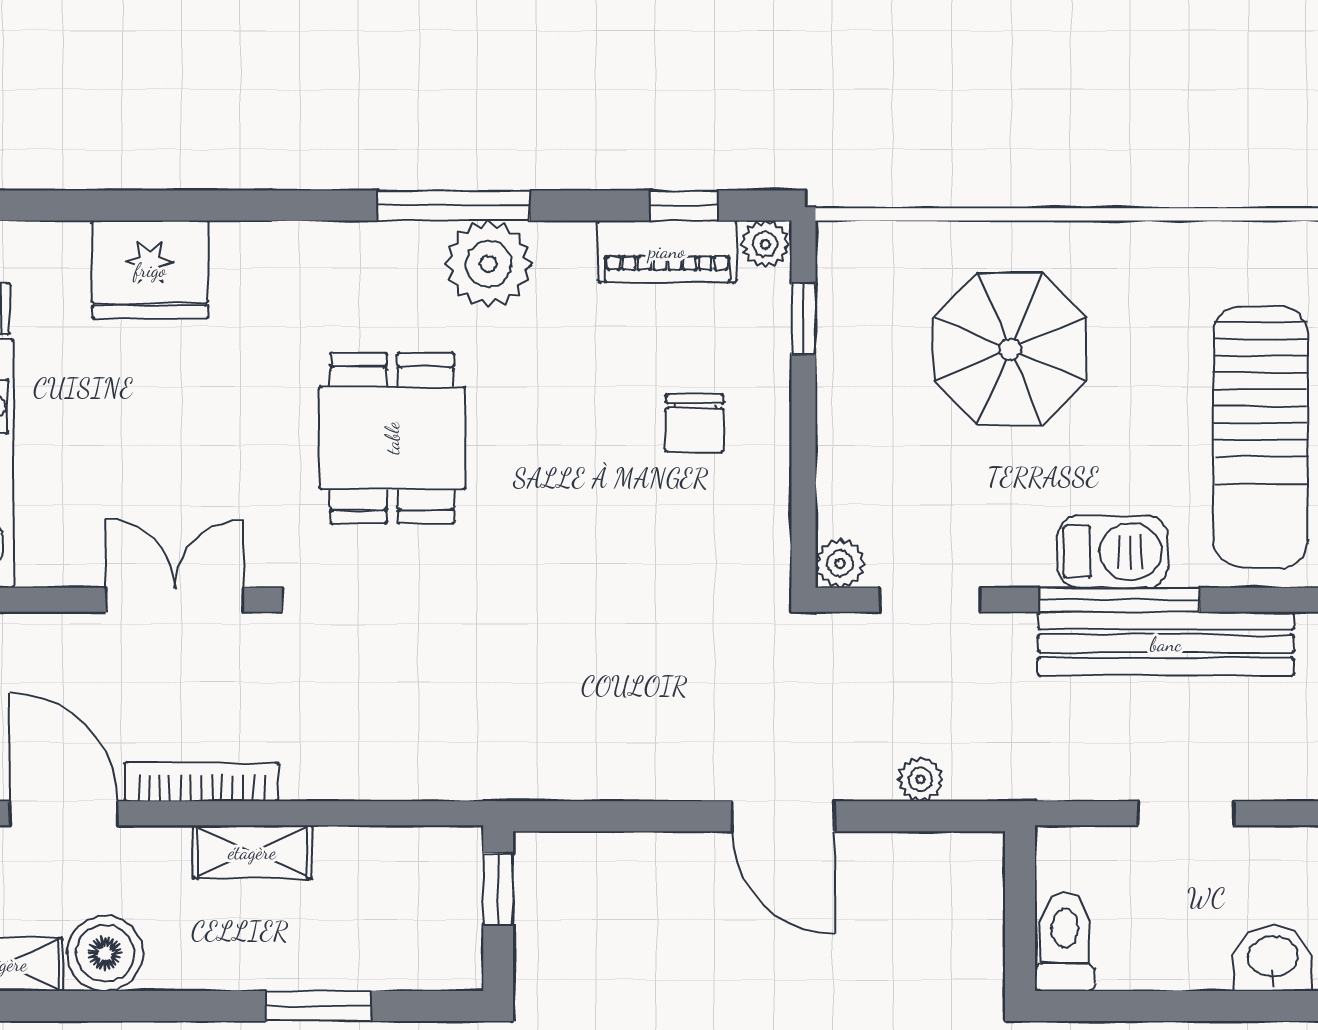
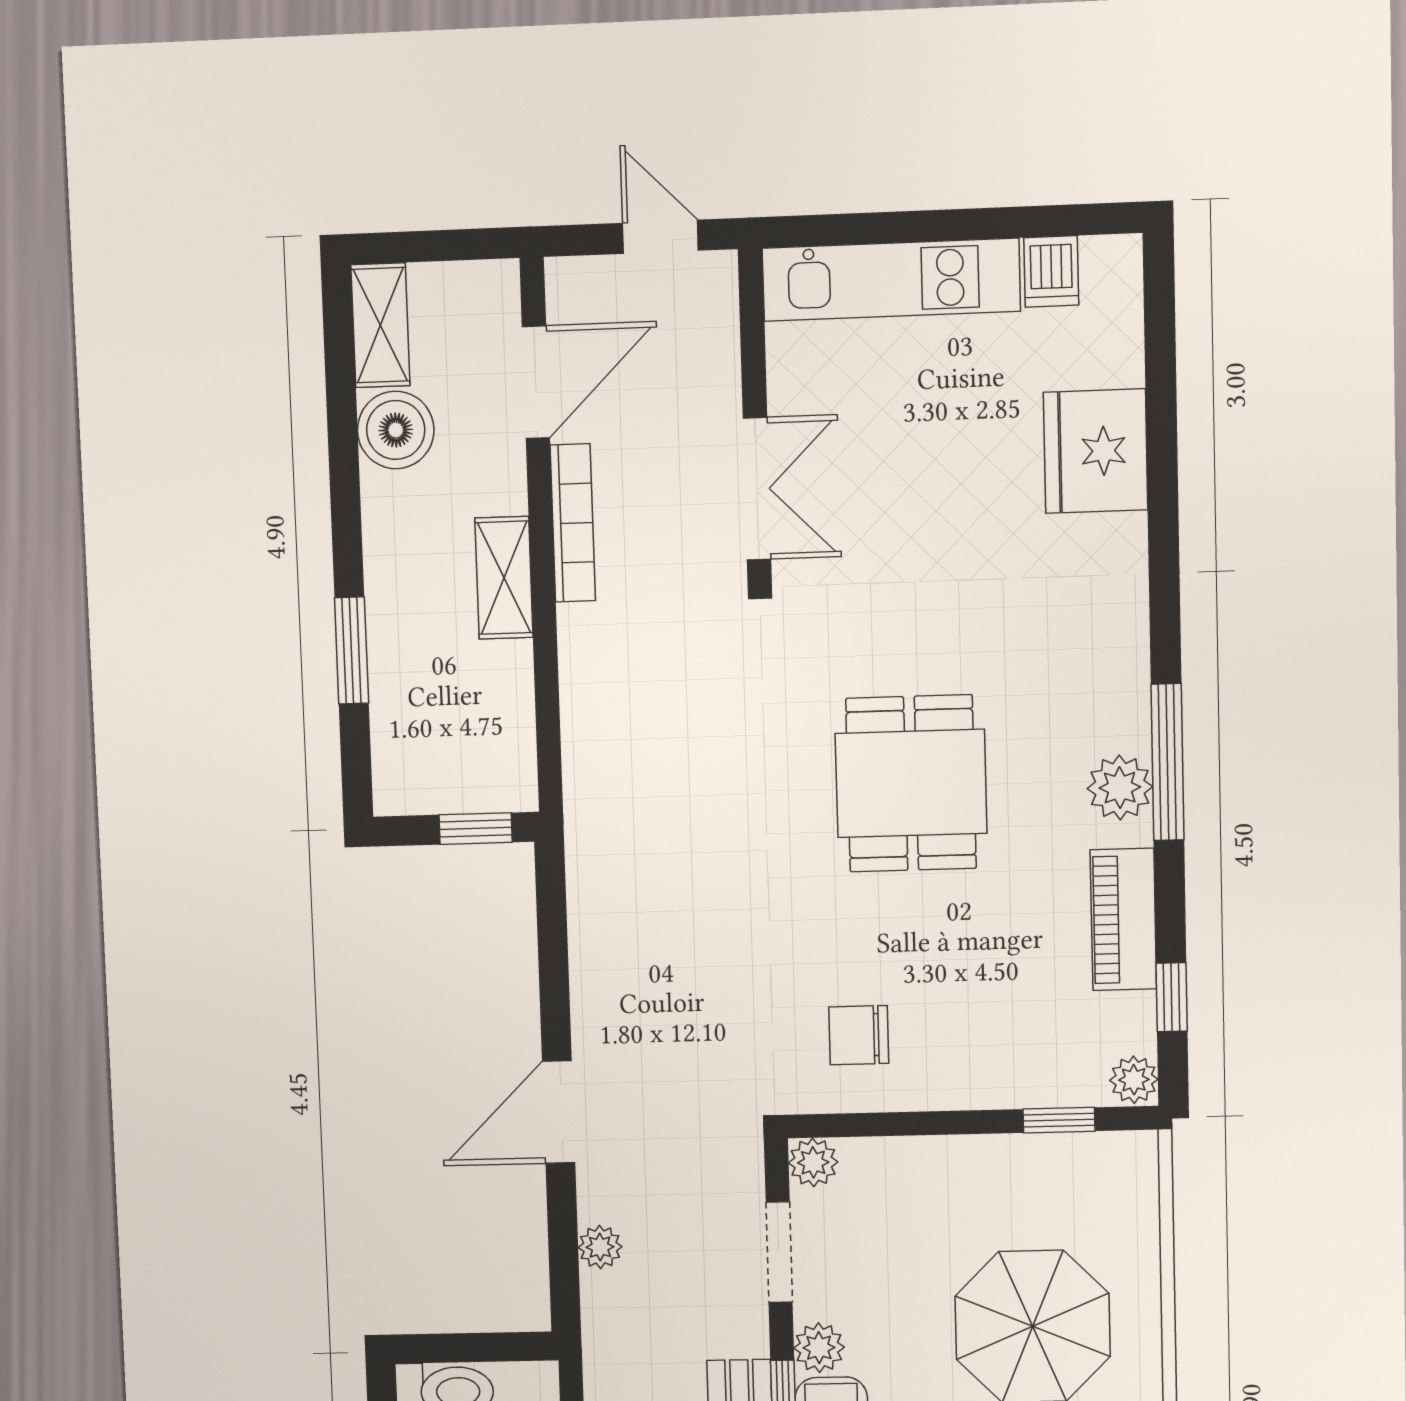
piano: (667, 251) -> (1123, 919), moved
plant: (488, 264) -> (1120, 788), width x0.73, depth x0.73
chair: (695, 423) -> (859, 1035), moved
dining table: (392, 438) -> (911, 783), moved, turned 90
plant: (1027, 563) -> (819, 1348), added

